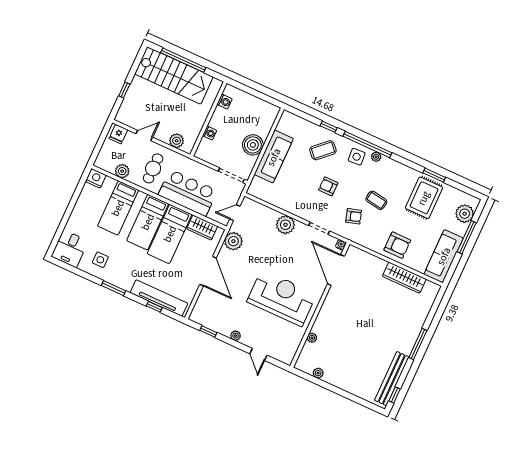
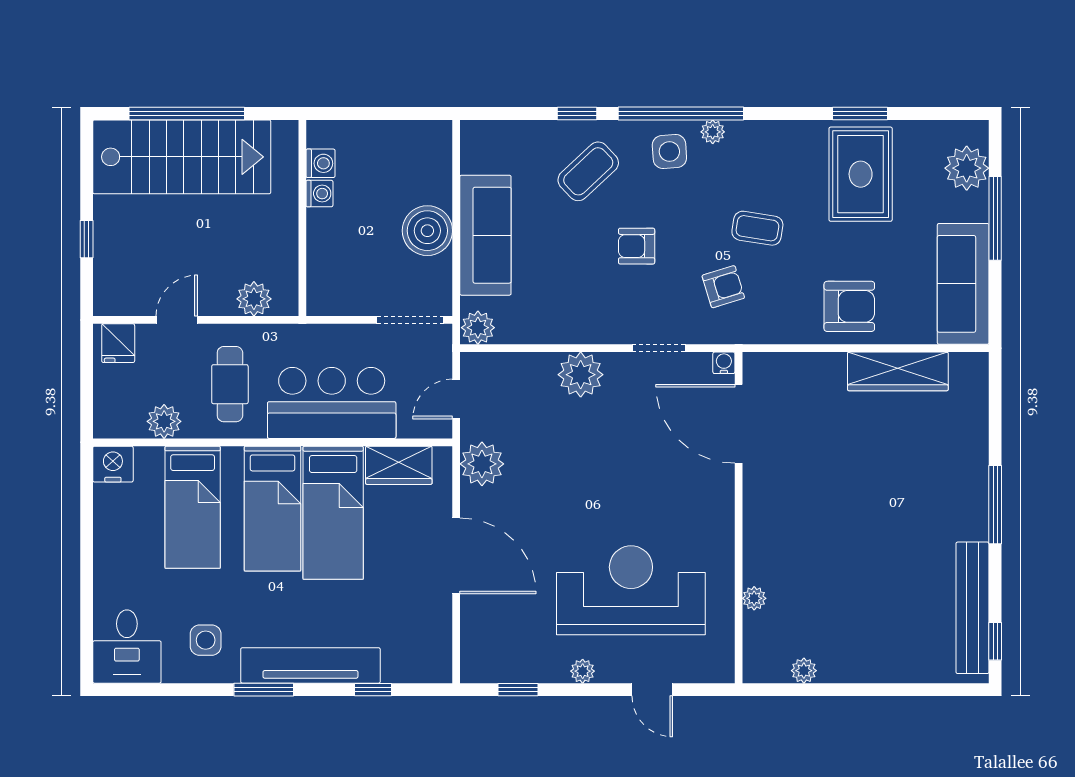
washing machine: (210, 133) -> (319, 194), moved
plant: (255, 190) -> (478, 328), added
tv unit: (159, 298) -> (310, 665), moved
reception desk: (282, 298) -> (631, 590), moved

